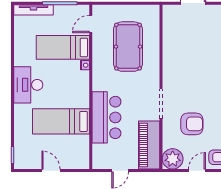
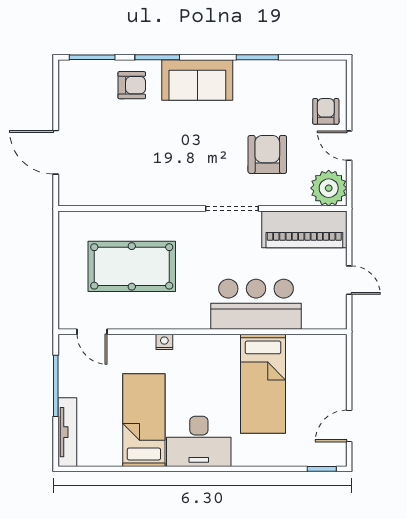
bed: (63, 47) -> (144, 420), moved, turned 180
door: (51, 171) -> (349, 426), moved

